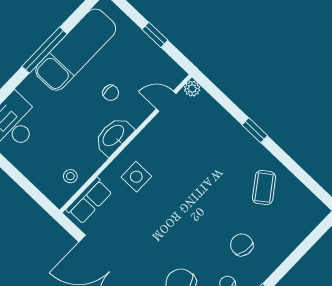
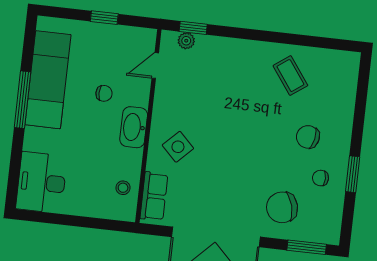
plant: (192, 89) -> (186, 41), moved
window: (255, 130) -> (193, 28), moved
side table: (136, 177) -> (178, 147), turned 45

